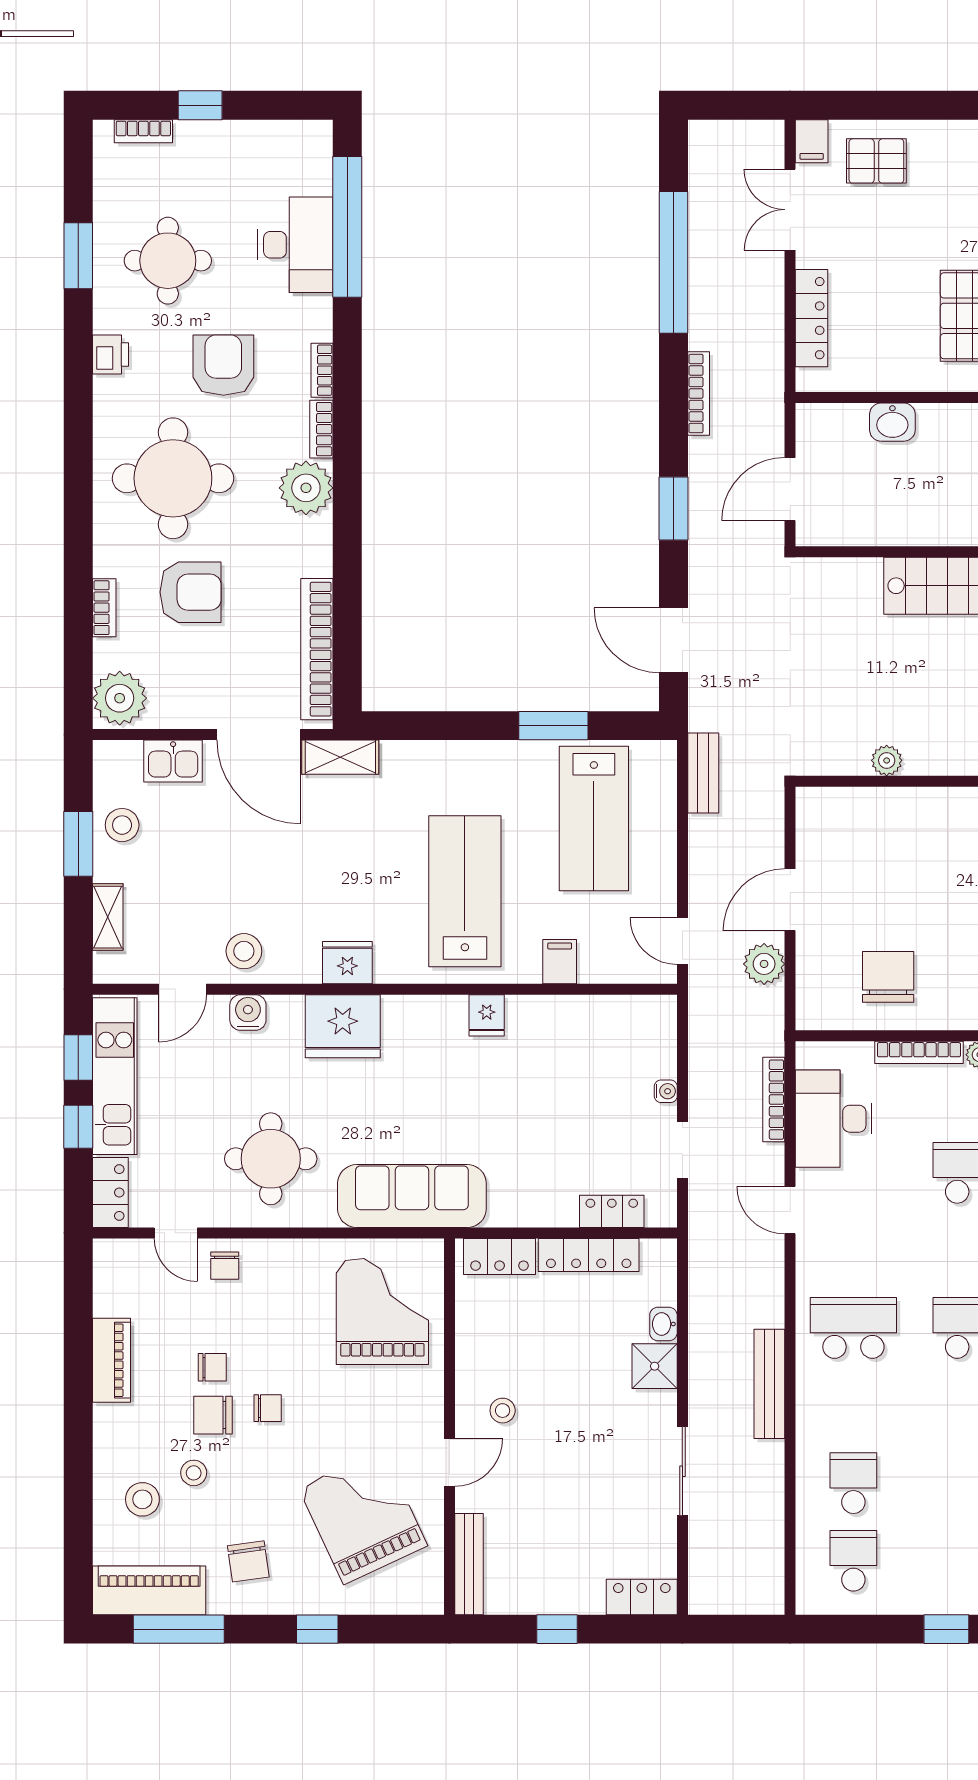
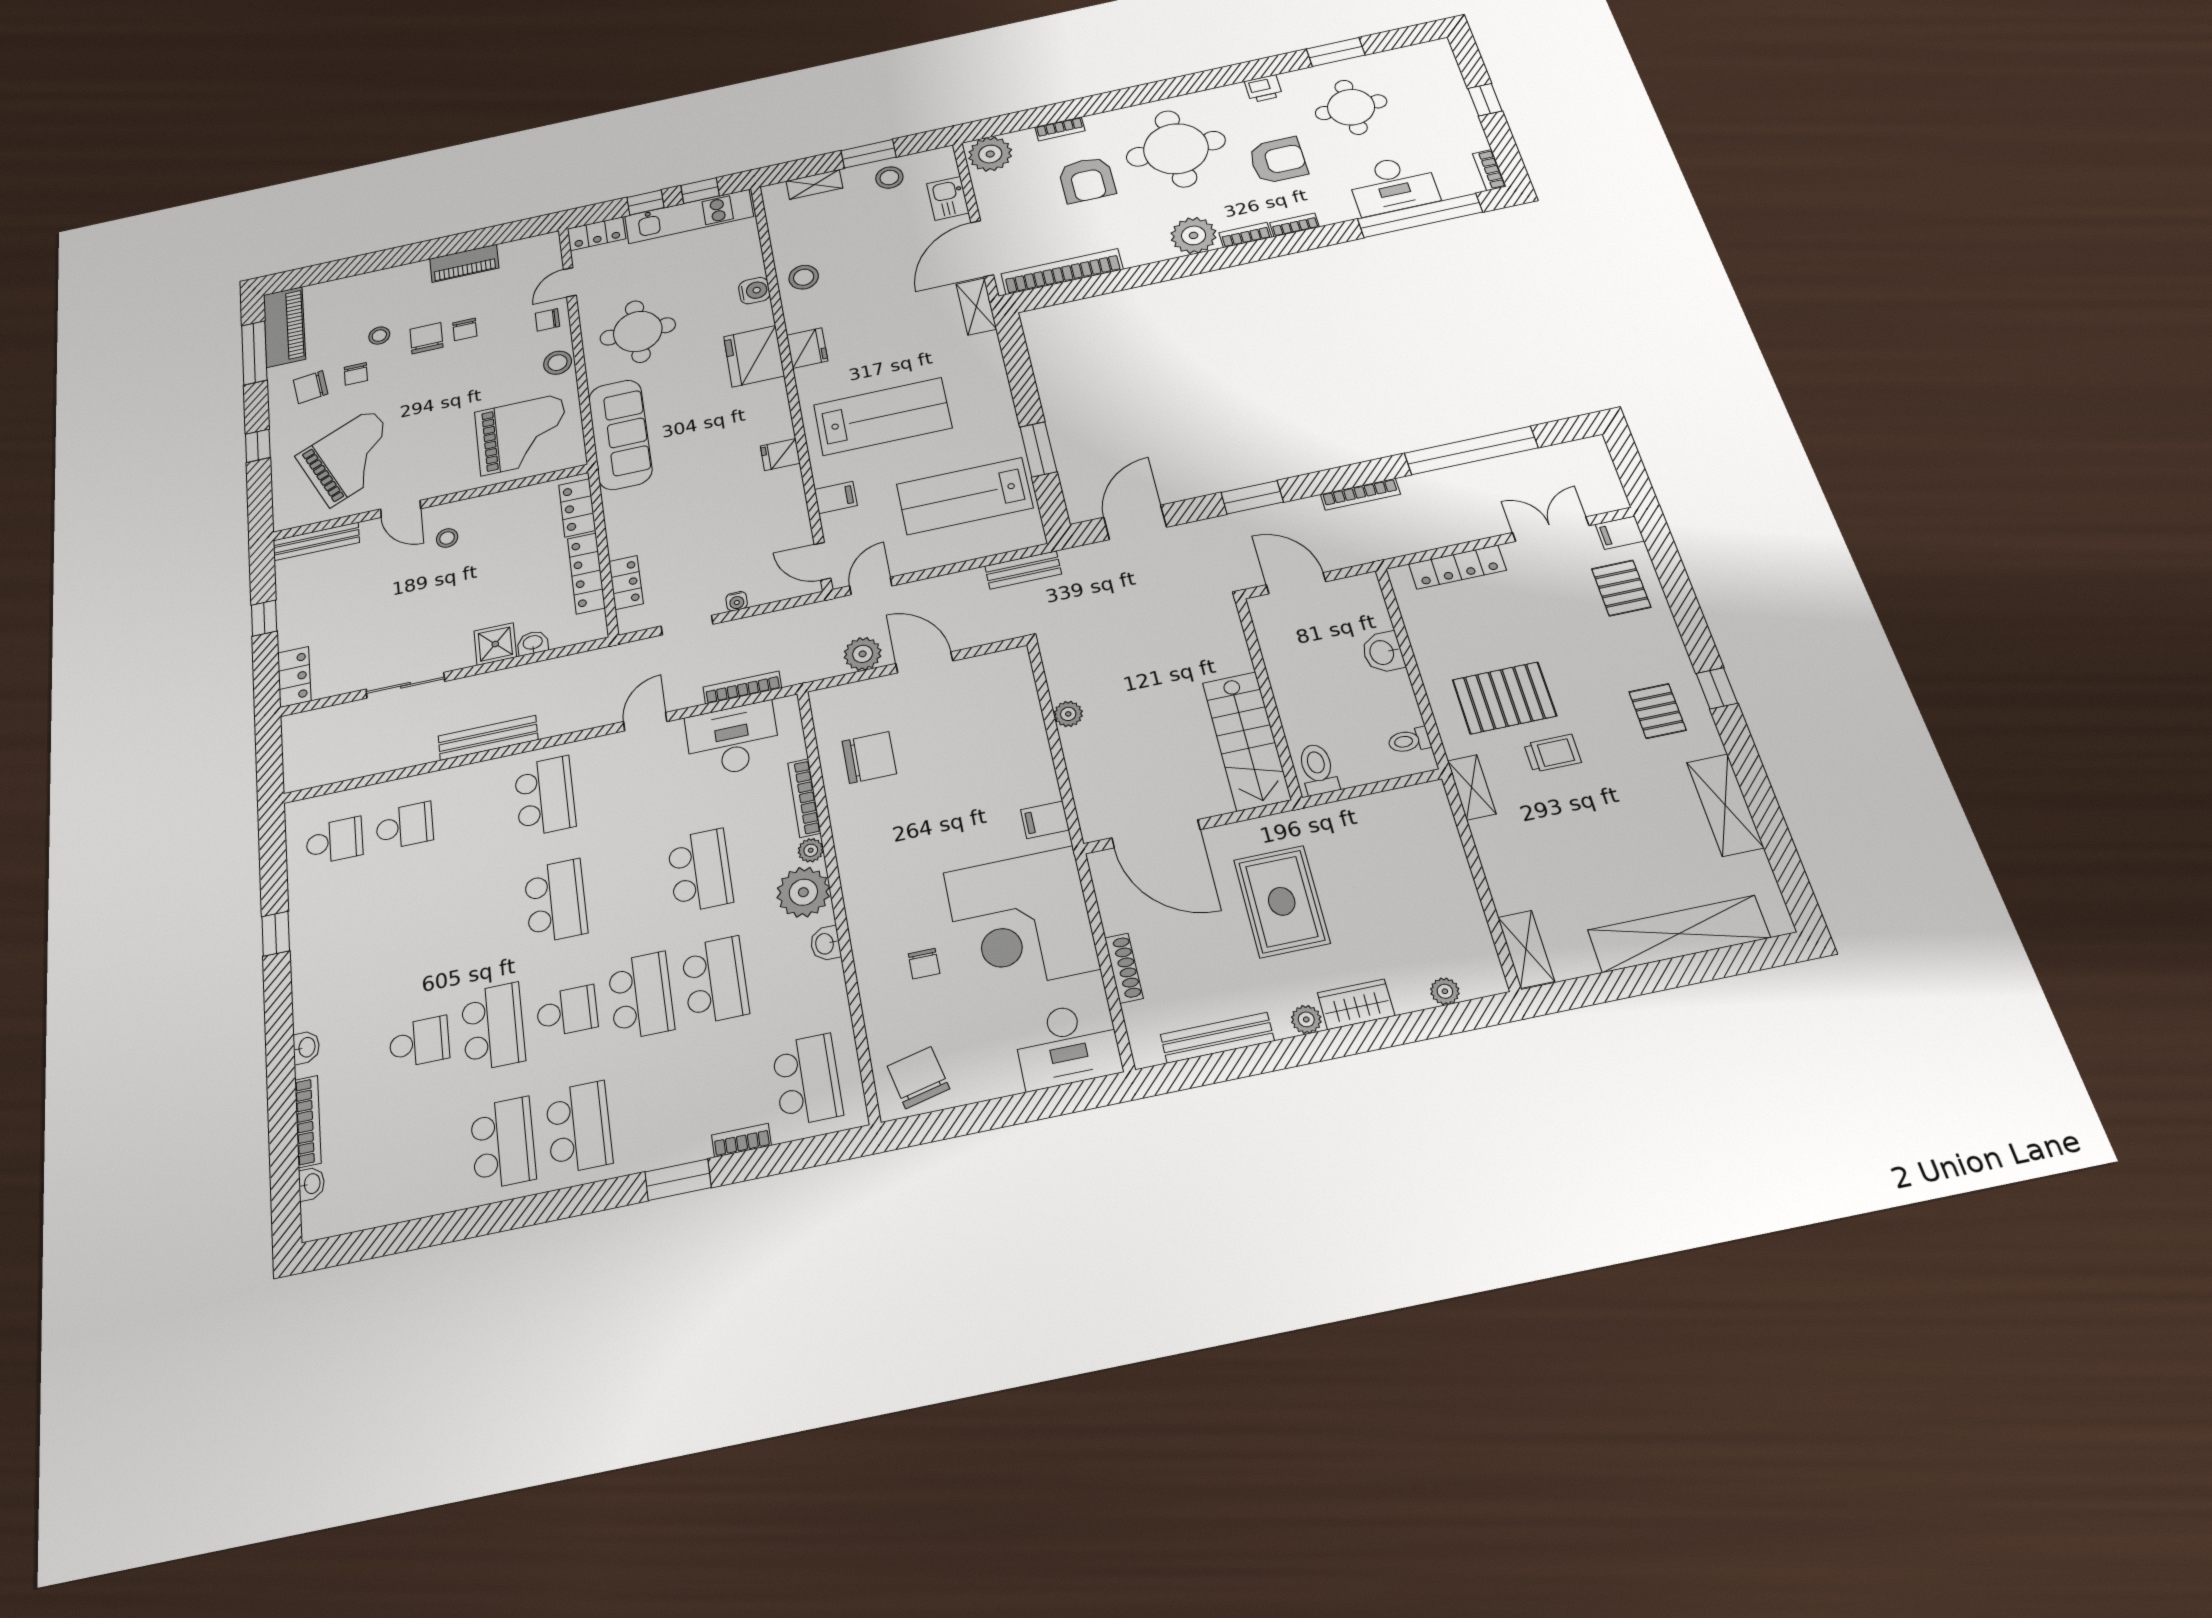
bookcase: (143, 131) -> (1489, 170), moved
door: (183, 989) -> (823, 561), moved
chair: (268, 1408) -> (356, 374), moved
stool: (142, 1499) -> (558, 363), moved

